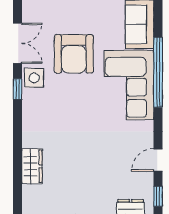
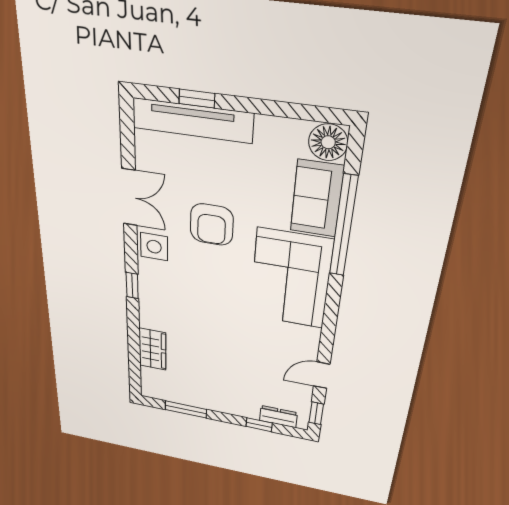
armchair: (74, 54) -> (212, 225), width x0.73, depth x0.73
window: (158, 72) -> (343, 226), moved
window: (17, 89) -> (132, 285), moved

